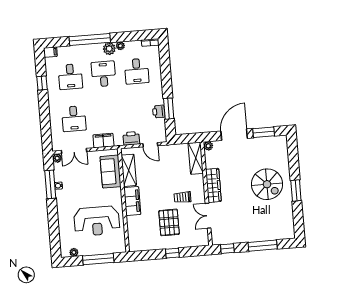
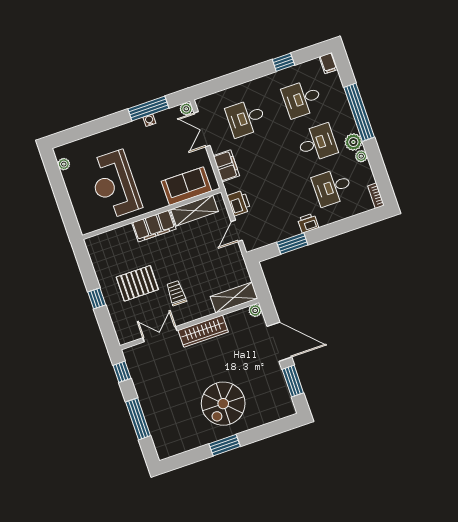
printer: (159, 112) -> (308, 223), moved
window: (98, 259) -> (63, 200), removed

